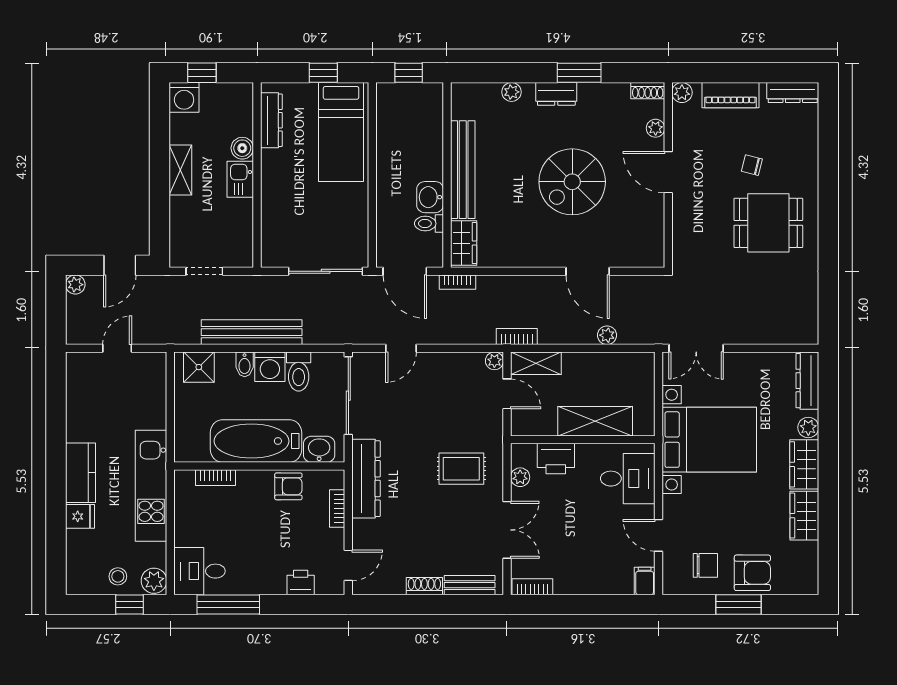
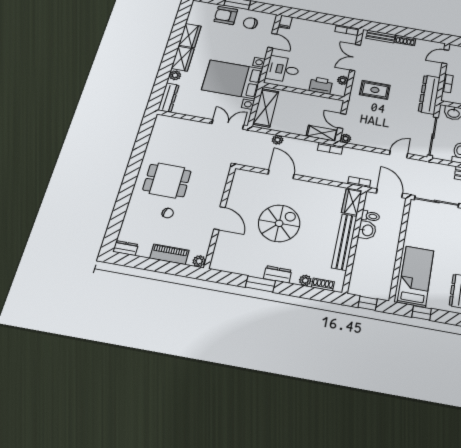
shoe rack: (648, 91) -> (323, 284), moved
dresser: (793, 93) -> (126, 248), width x0.70
plant: (656, 128) -> (221, 244), removed
shelving: (595, 421) -> (266, 108), moved, turned 90

